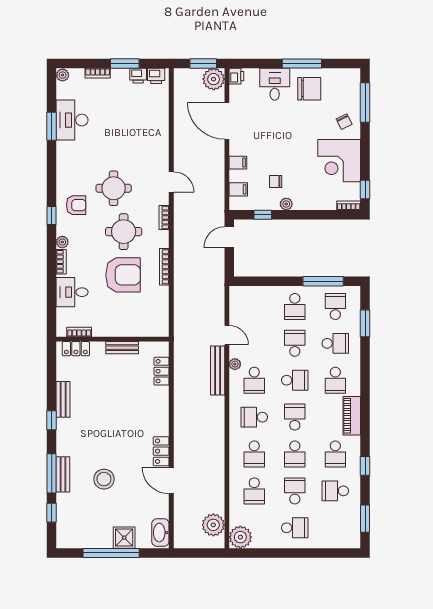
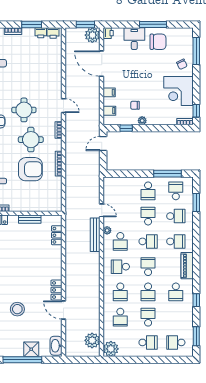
school desk: (335, 380) -> (176, 241), turned -90
school desk: (335, 491) -> (176, 342), moved

